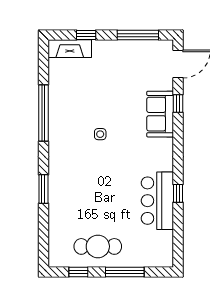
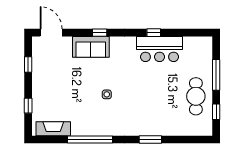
window: (138, 35) -> (28, 65), width x0.46
fireplace: (70, 49) -> (53, 129), moved, turned -90
window: (178, 104) -> (100, 33), moved

